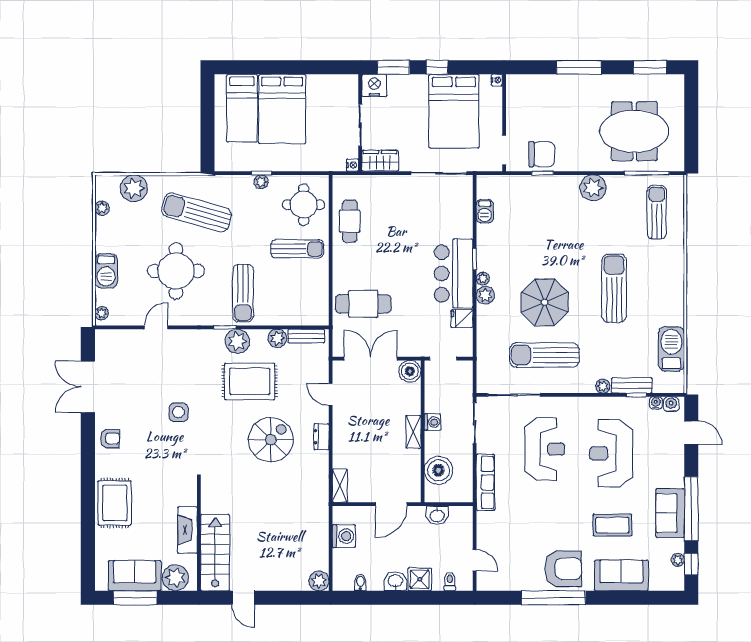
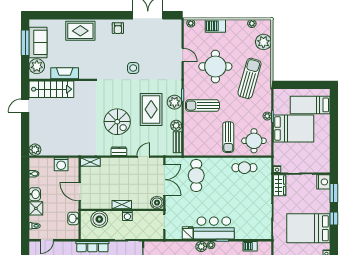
bed: (282, 109) -> (294, 128), moved, turned 180

